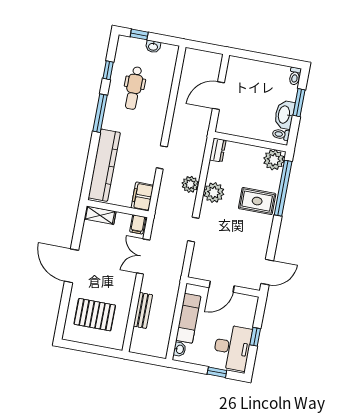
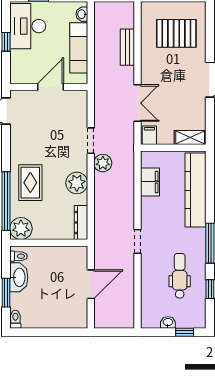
dresser: (218, 150) -> (81, 222), width x1.44
doorway: (162, 157) -> (137, 241), moved
plant: (190, 184) -> (103, 163), moved
filing cabinet: (142, 197) -> (150, 182), moved
rug: (257, 201) -> (30, 183), turned 90

